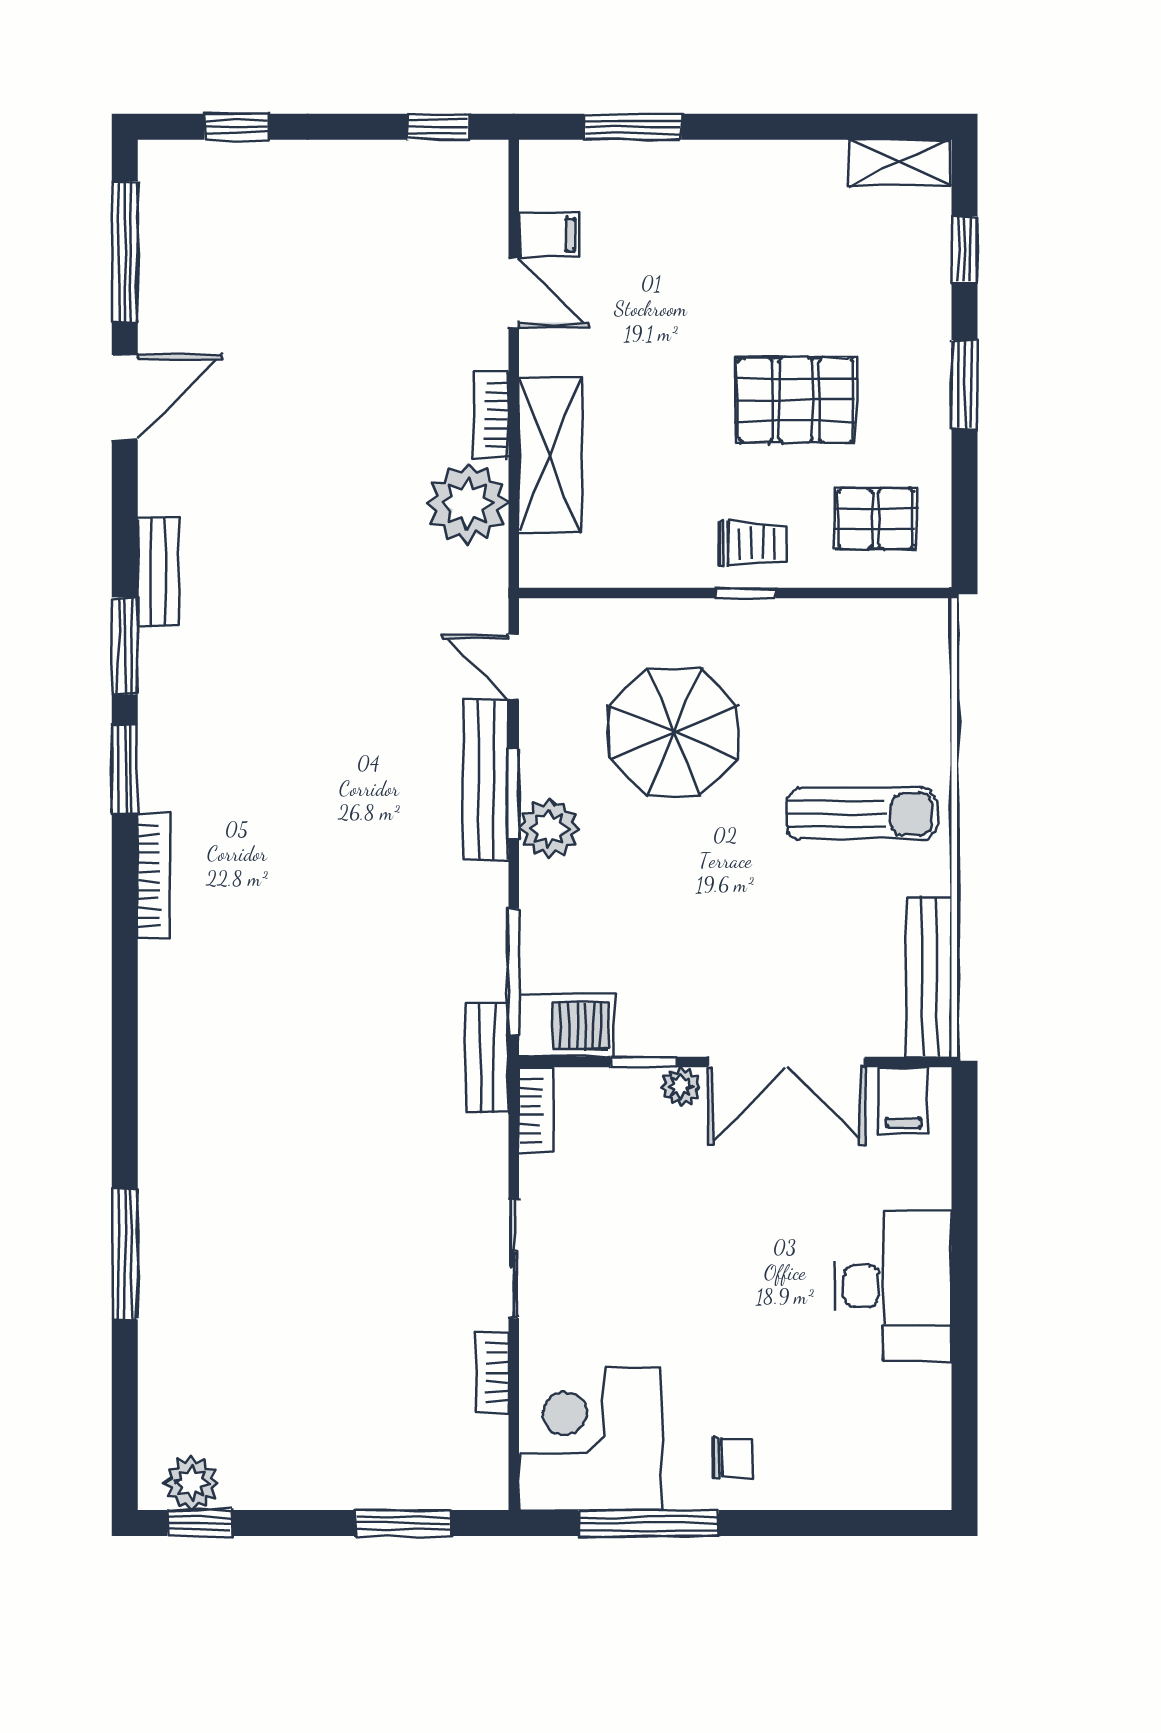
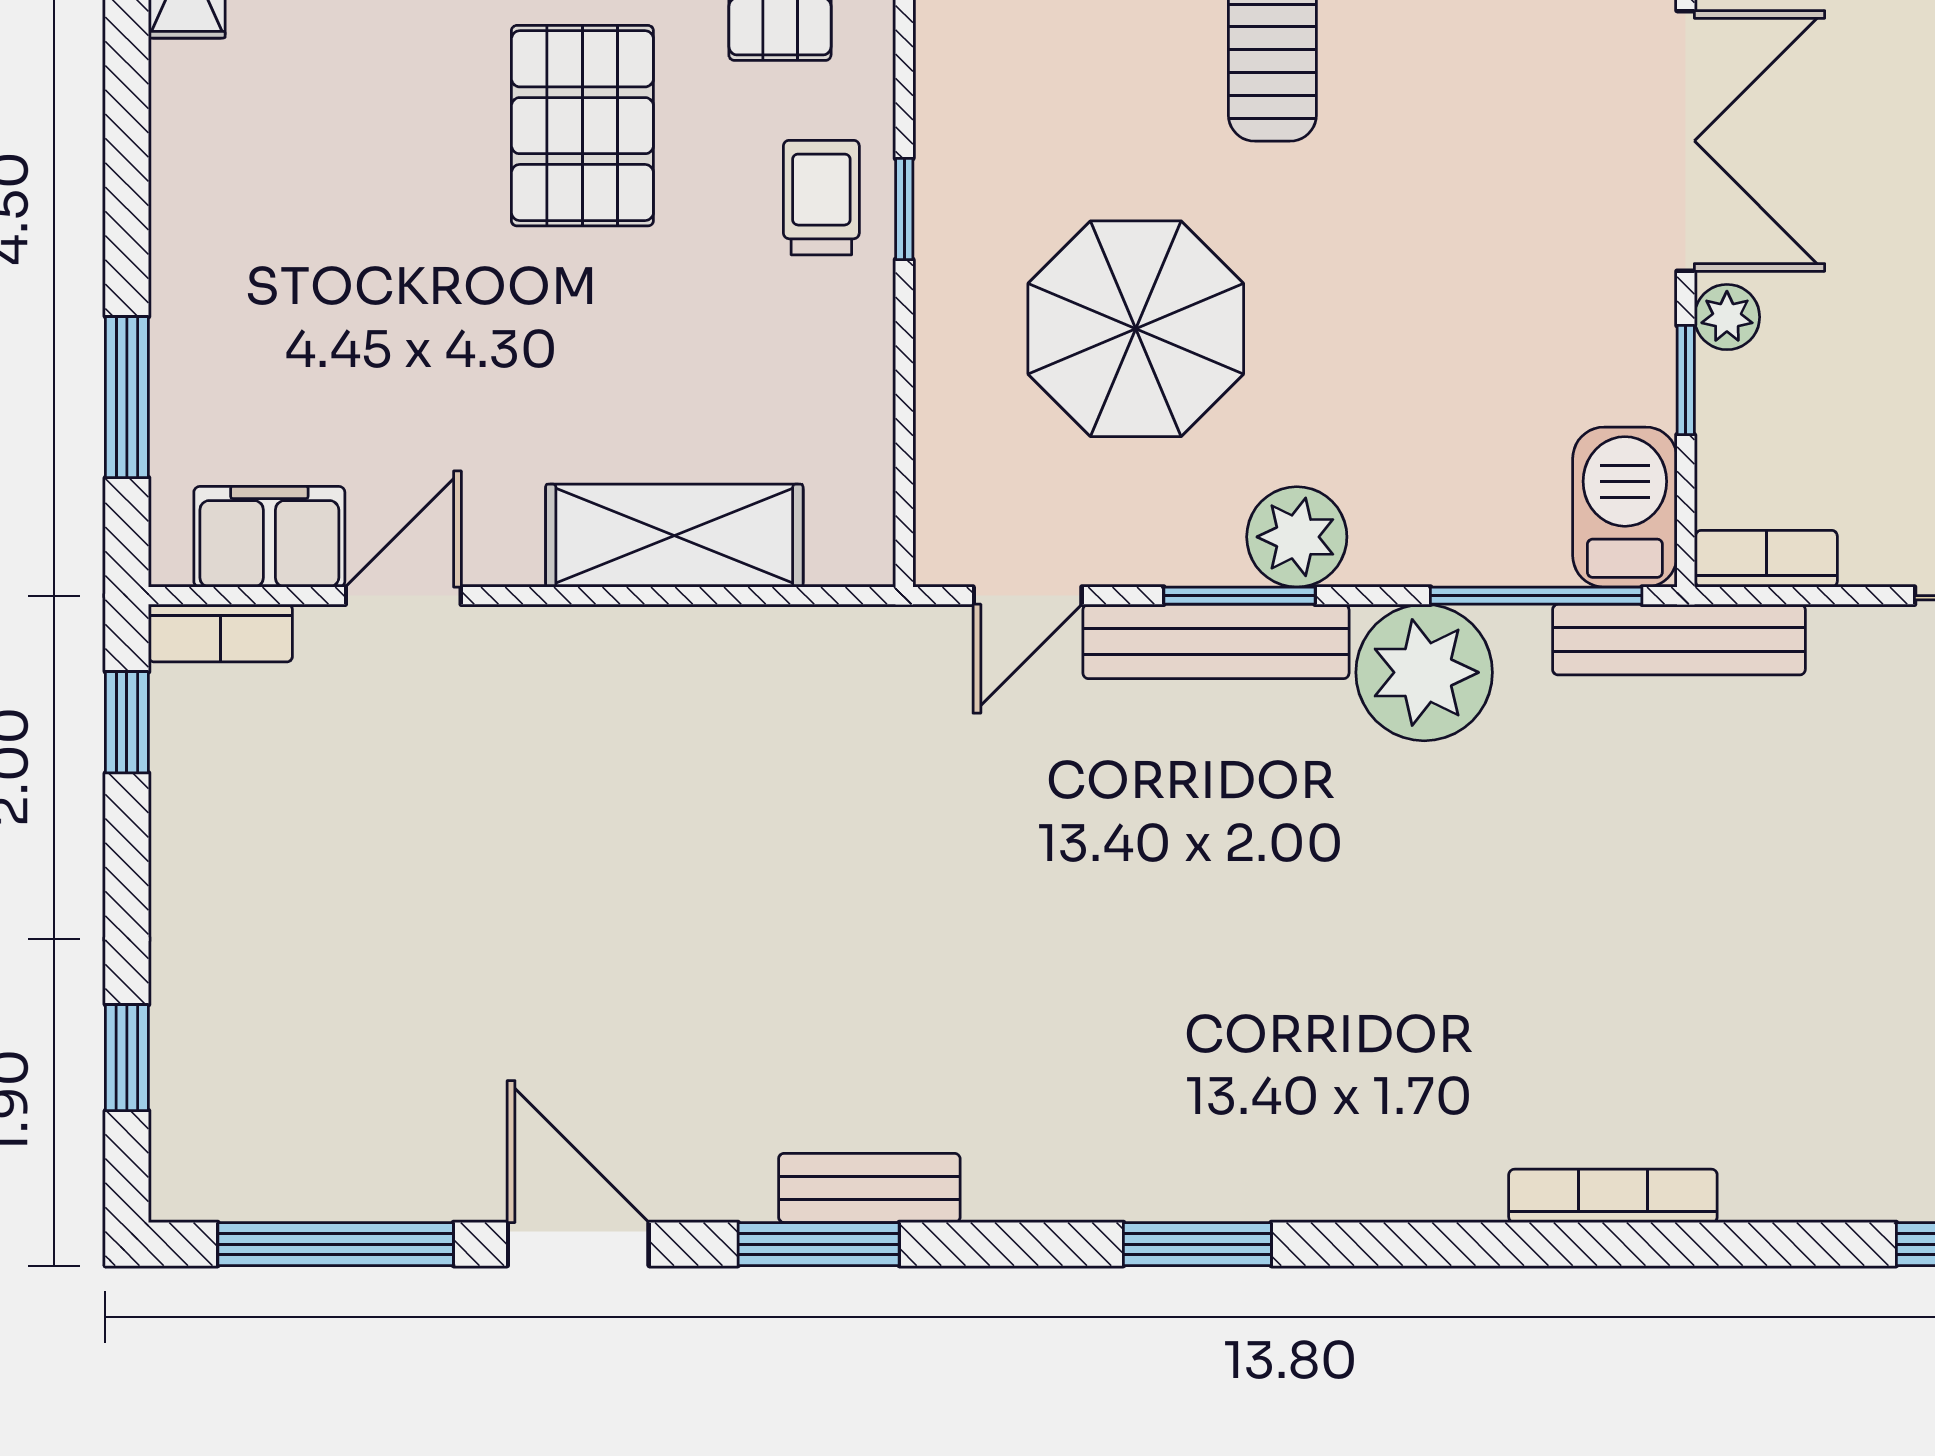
filing cabinet: (549, 235) -> (269, 537), width x2.00
bookcase: (491, 415) -> (220, 633), moved
plant: (468, 503) -> (1424, 672), moved
window: (125, 646) -> (819, 1244), moved
bookcase: (154, 876) -> (1613, 1196), moved
bench: (487, 1058) -> (1679, 640), width x1.36

